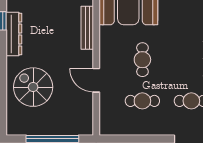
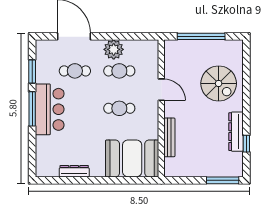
cafe table: (142, 60) -> (119, 108), turned 90
plant: (149, 124) -> (114, 49), added

